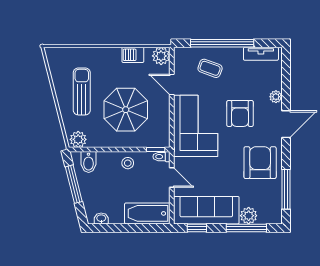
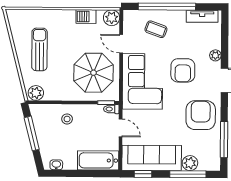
parasol: (126, 110) -> (94, 73), moved
bidet: (89, 162) -> (45, 113), removed
stool: (128, 163) -> (67, 119), moved

